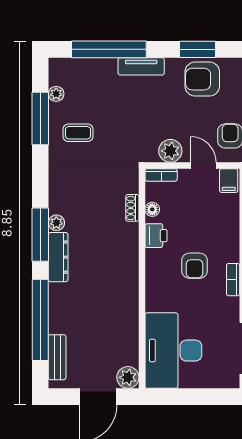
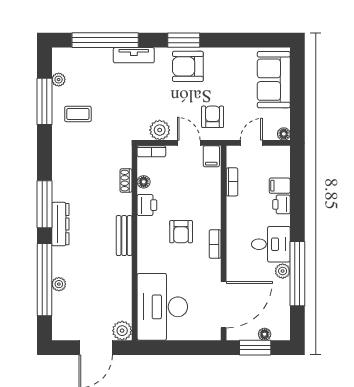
plant: (56, 223) -> (59, 284), moved
bench: (57, 357) -> (124, 236), moved

